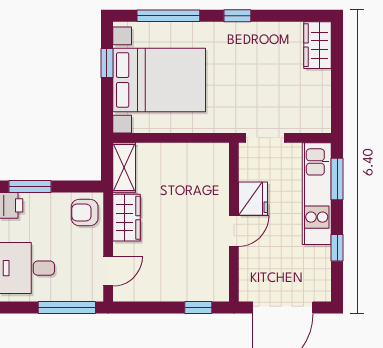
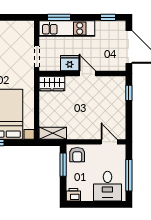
window: (30, 186) -> (63, 165), moved
wardrobe: (126, 218) -> (52, 84), moved, turned 180
window: (337, 248) -> (108, 17), moved
window: (67, 307) -> (129, 175), moved

